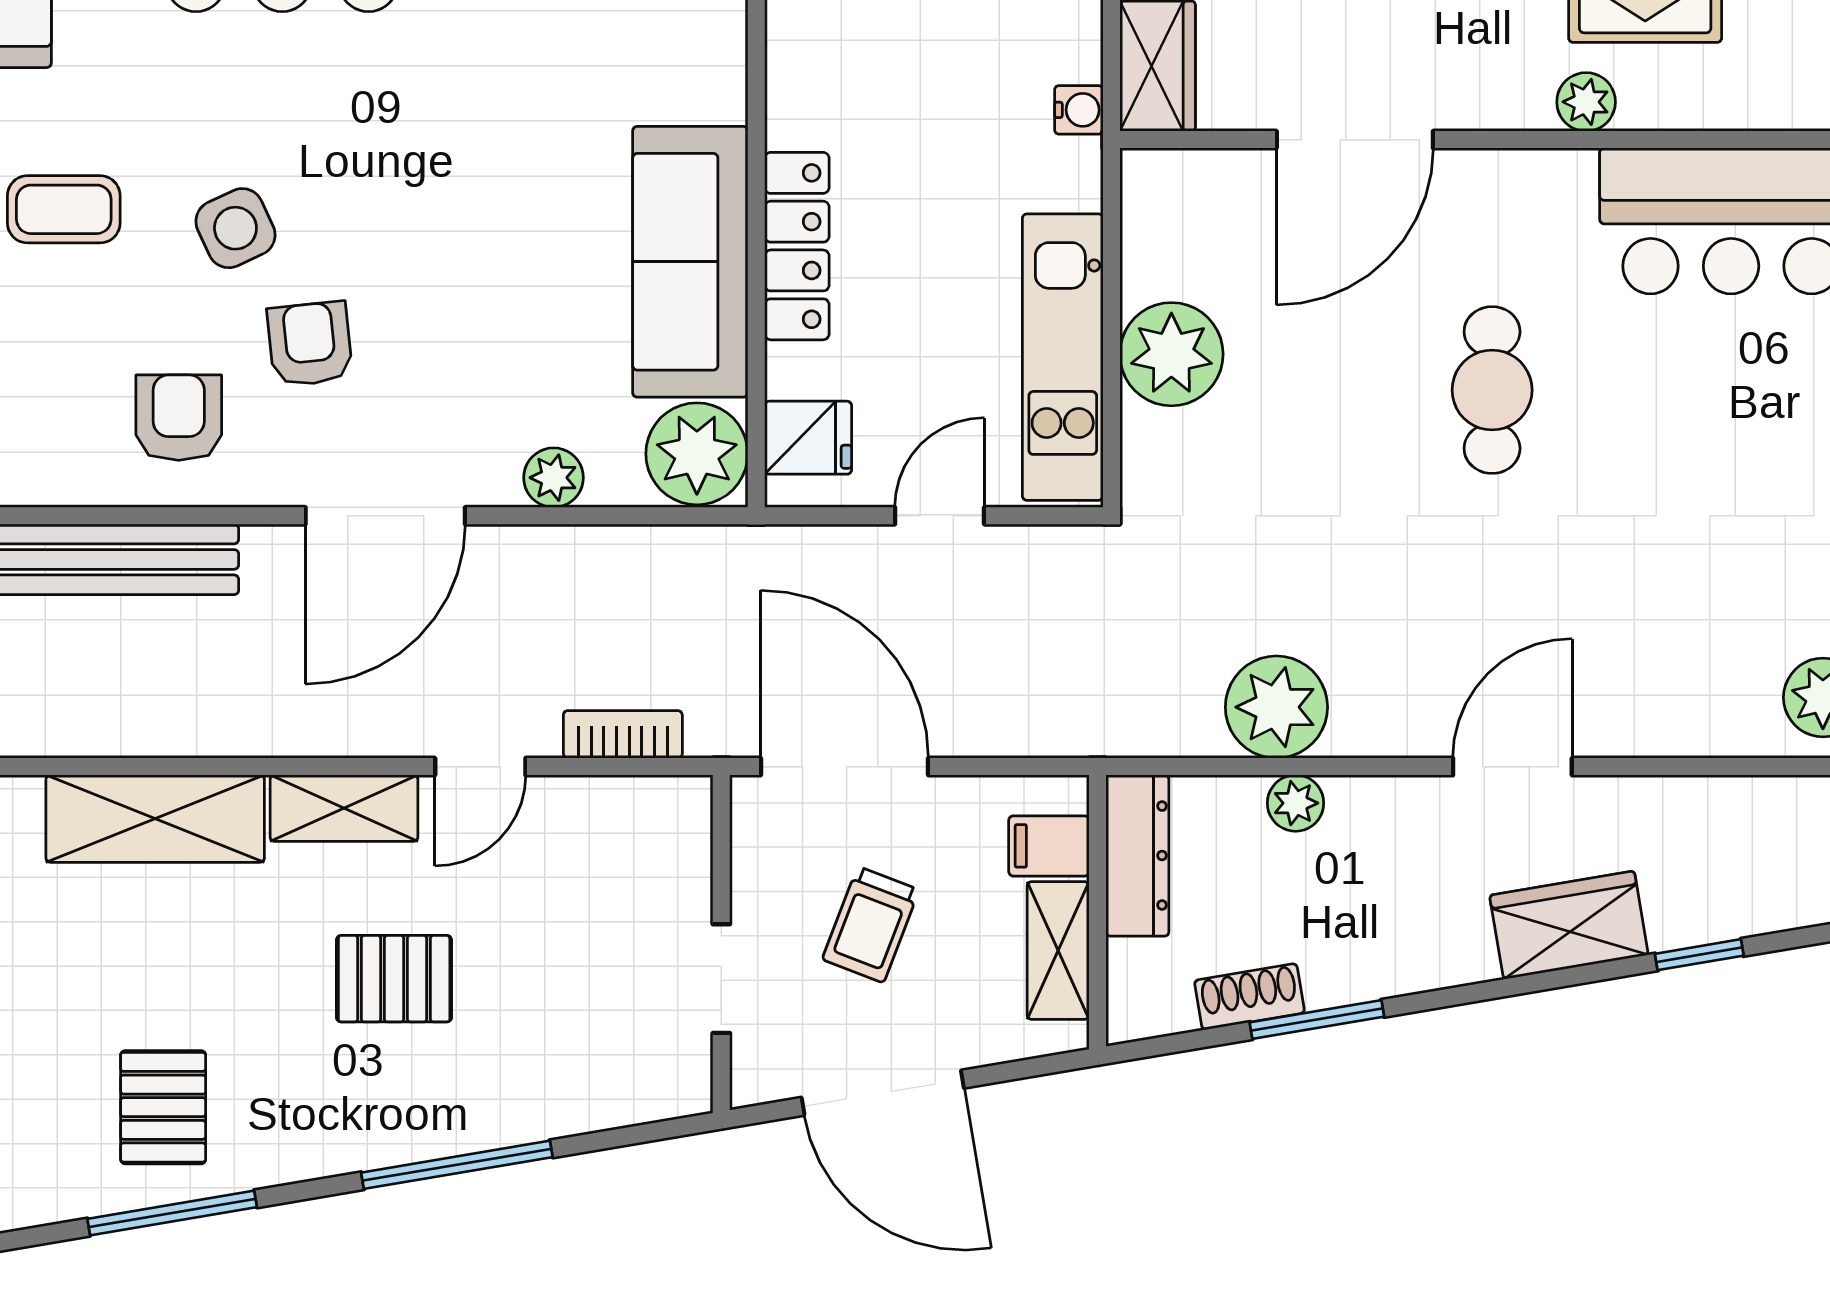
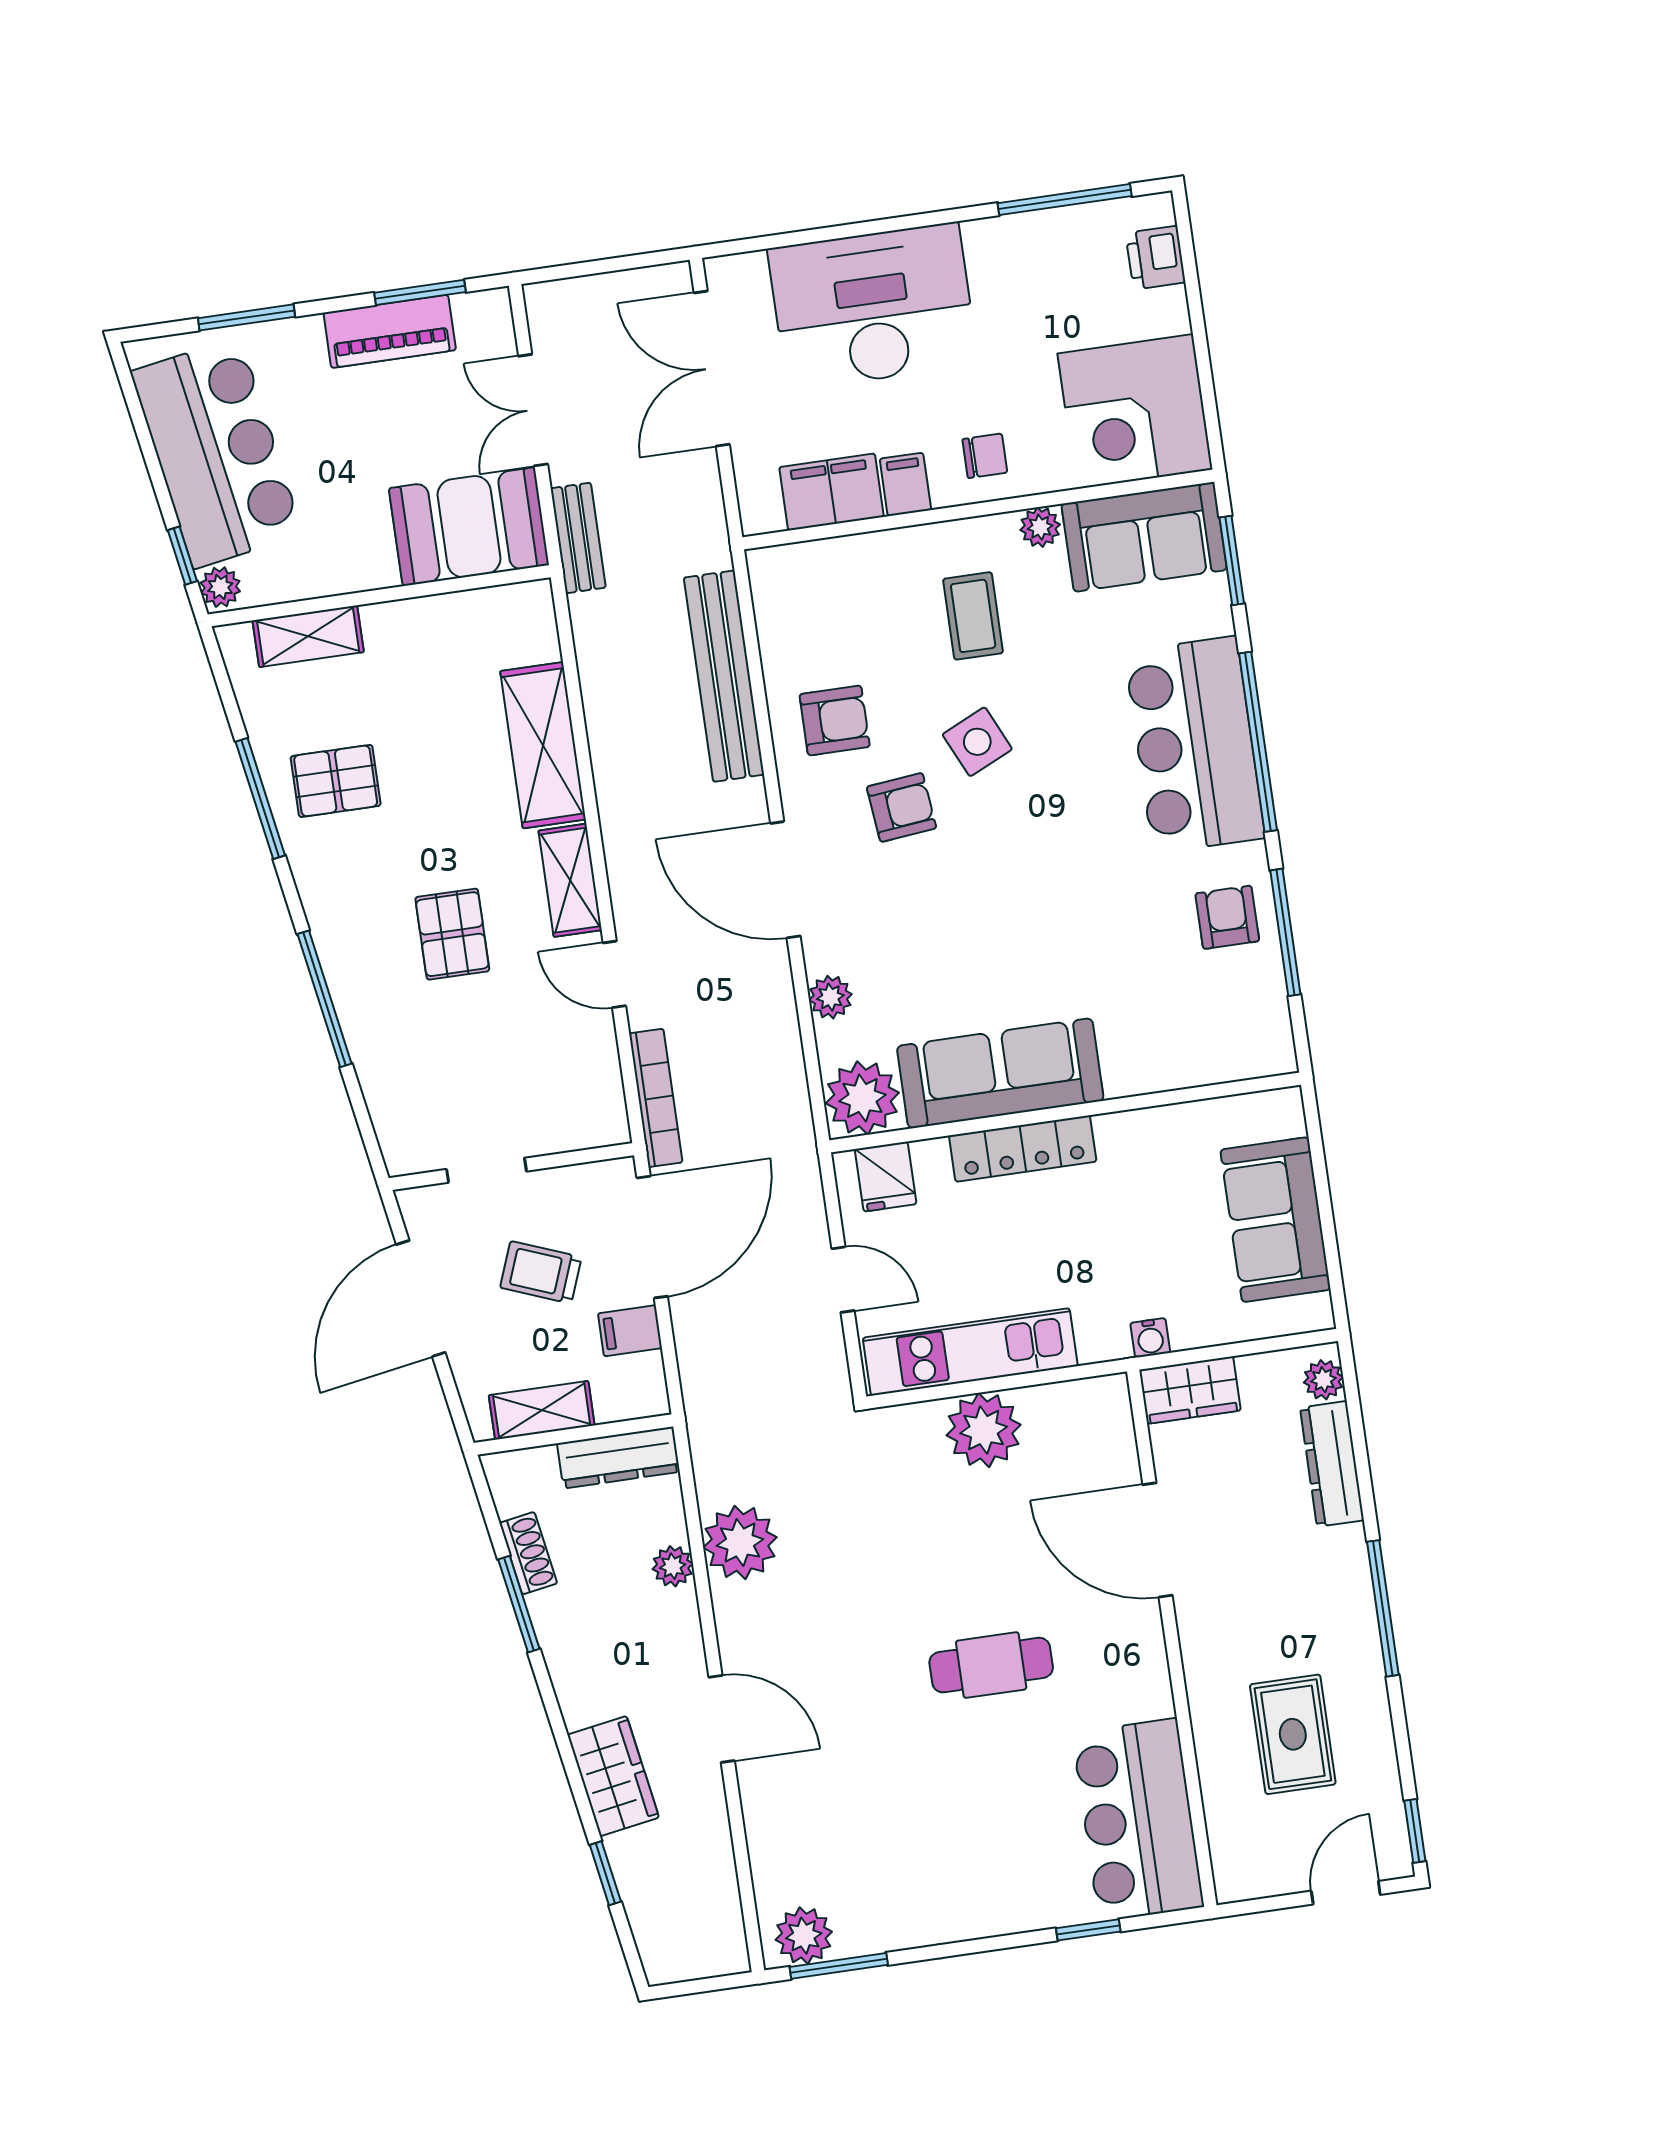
plant: (1586, 102) -> (1209, 1703), removed
bookcase: (623, 734) -> (656, 1098), width x1.56
filing cabinet: (1049, 846) -> (630, 1331), moved, turned -90

